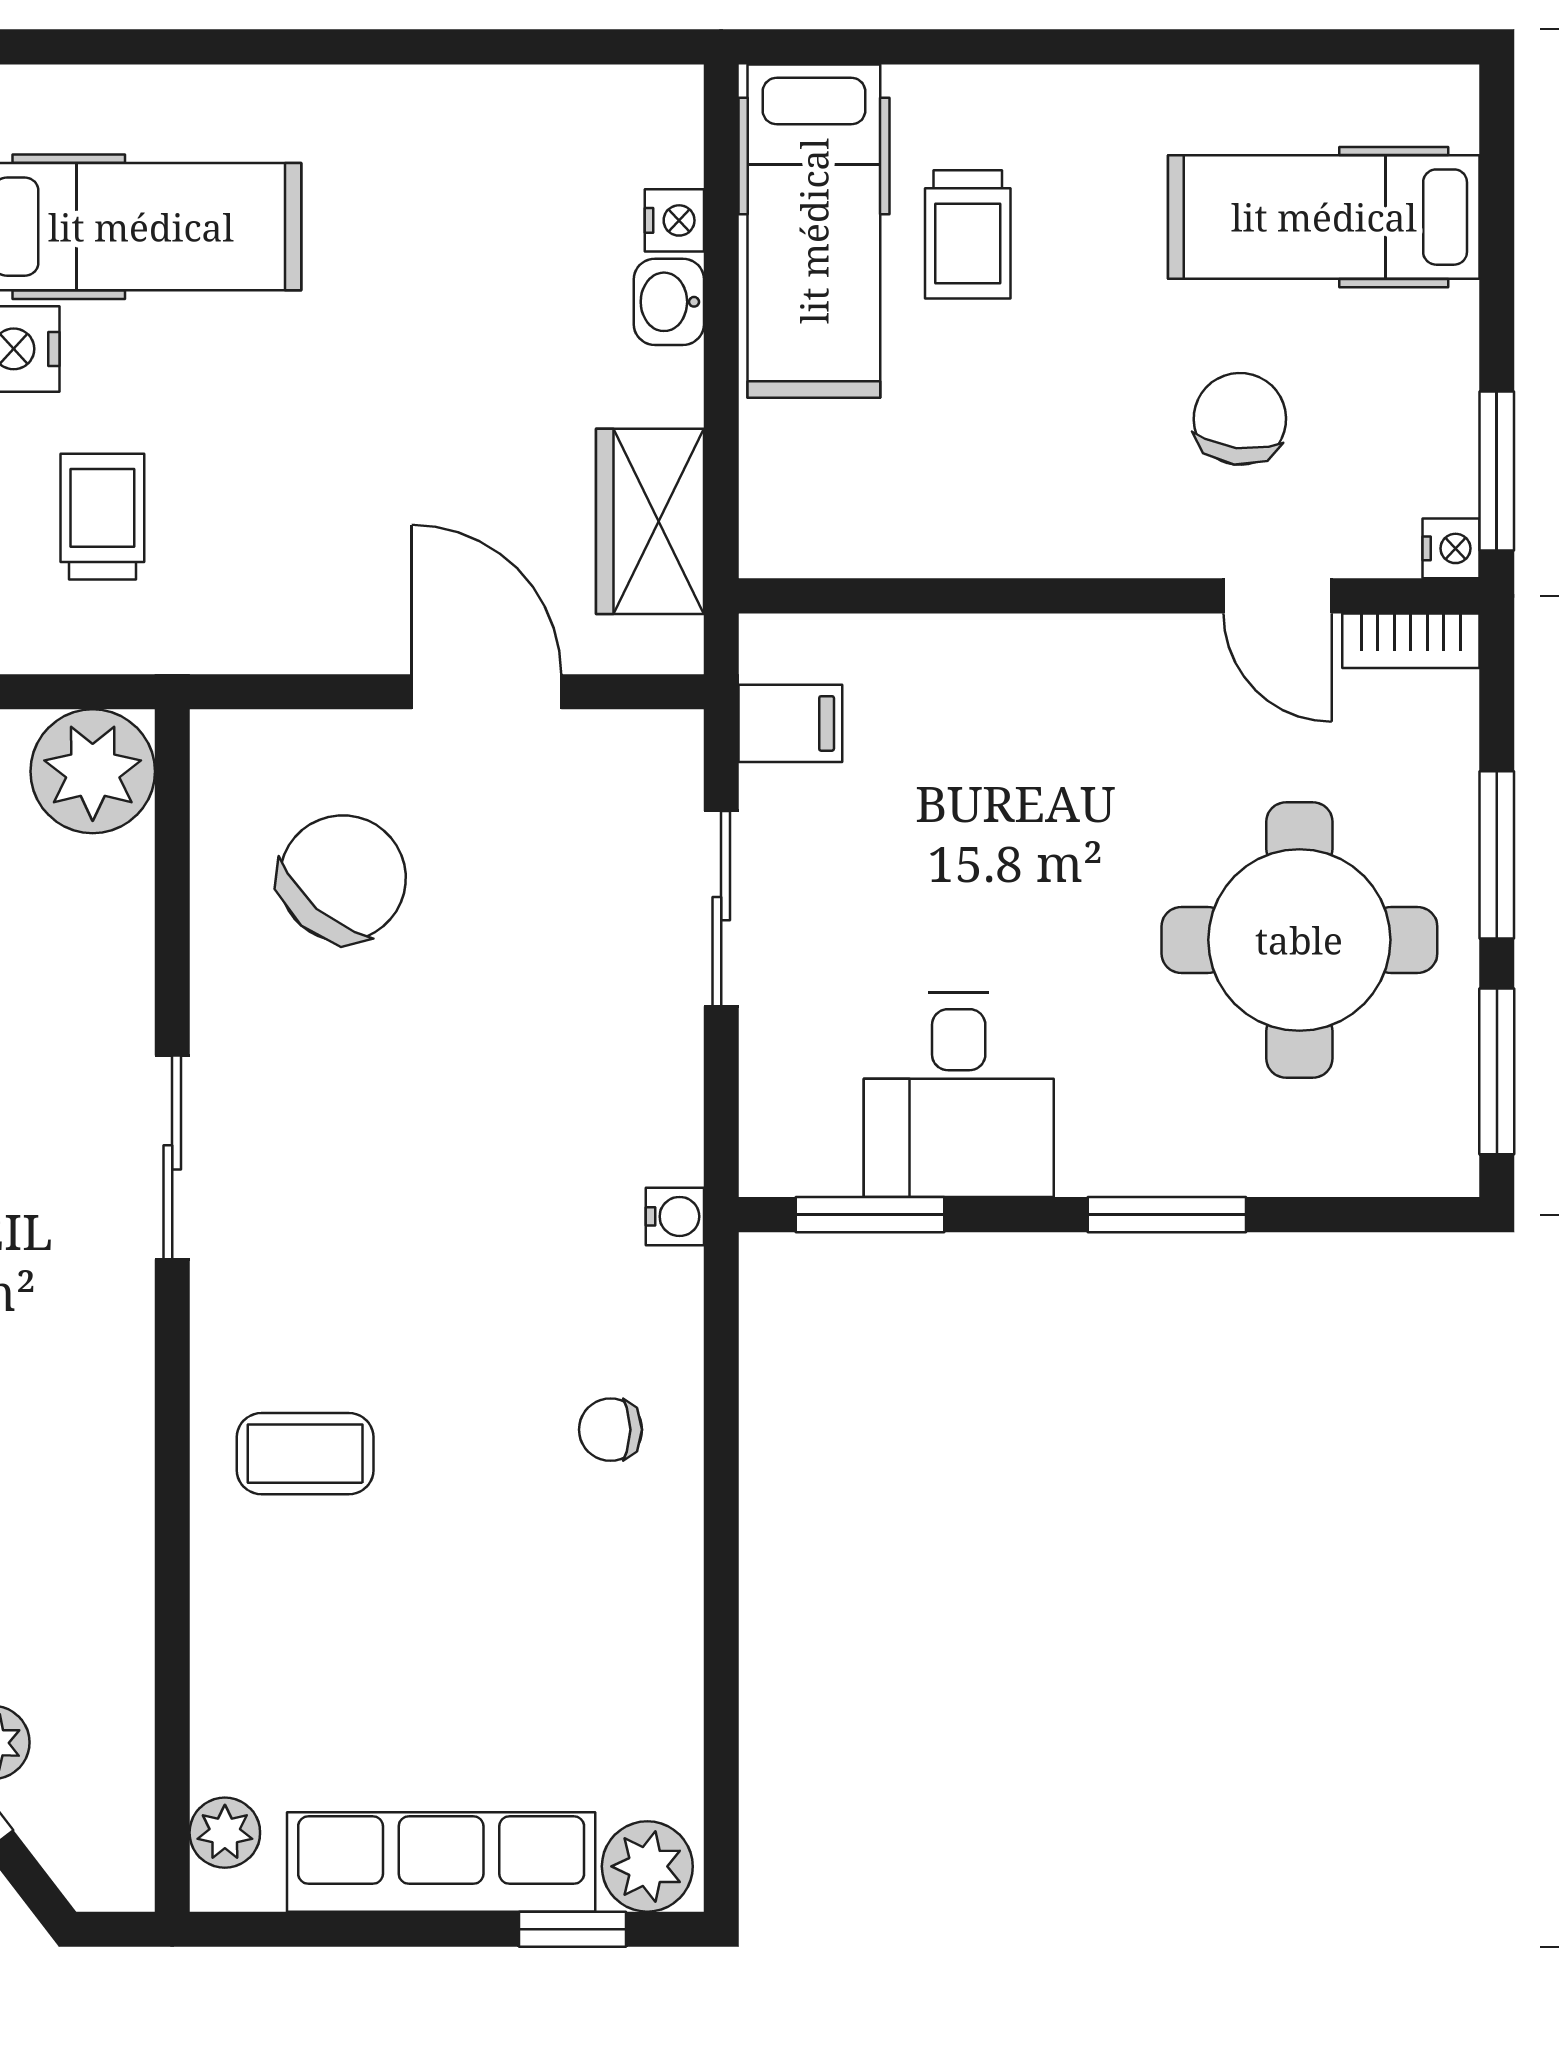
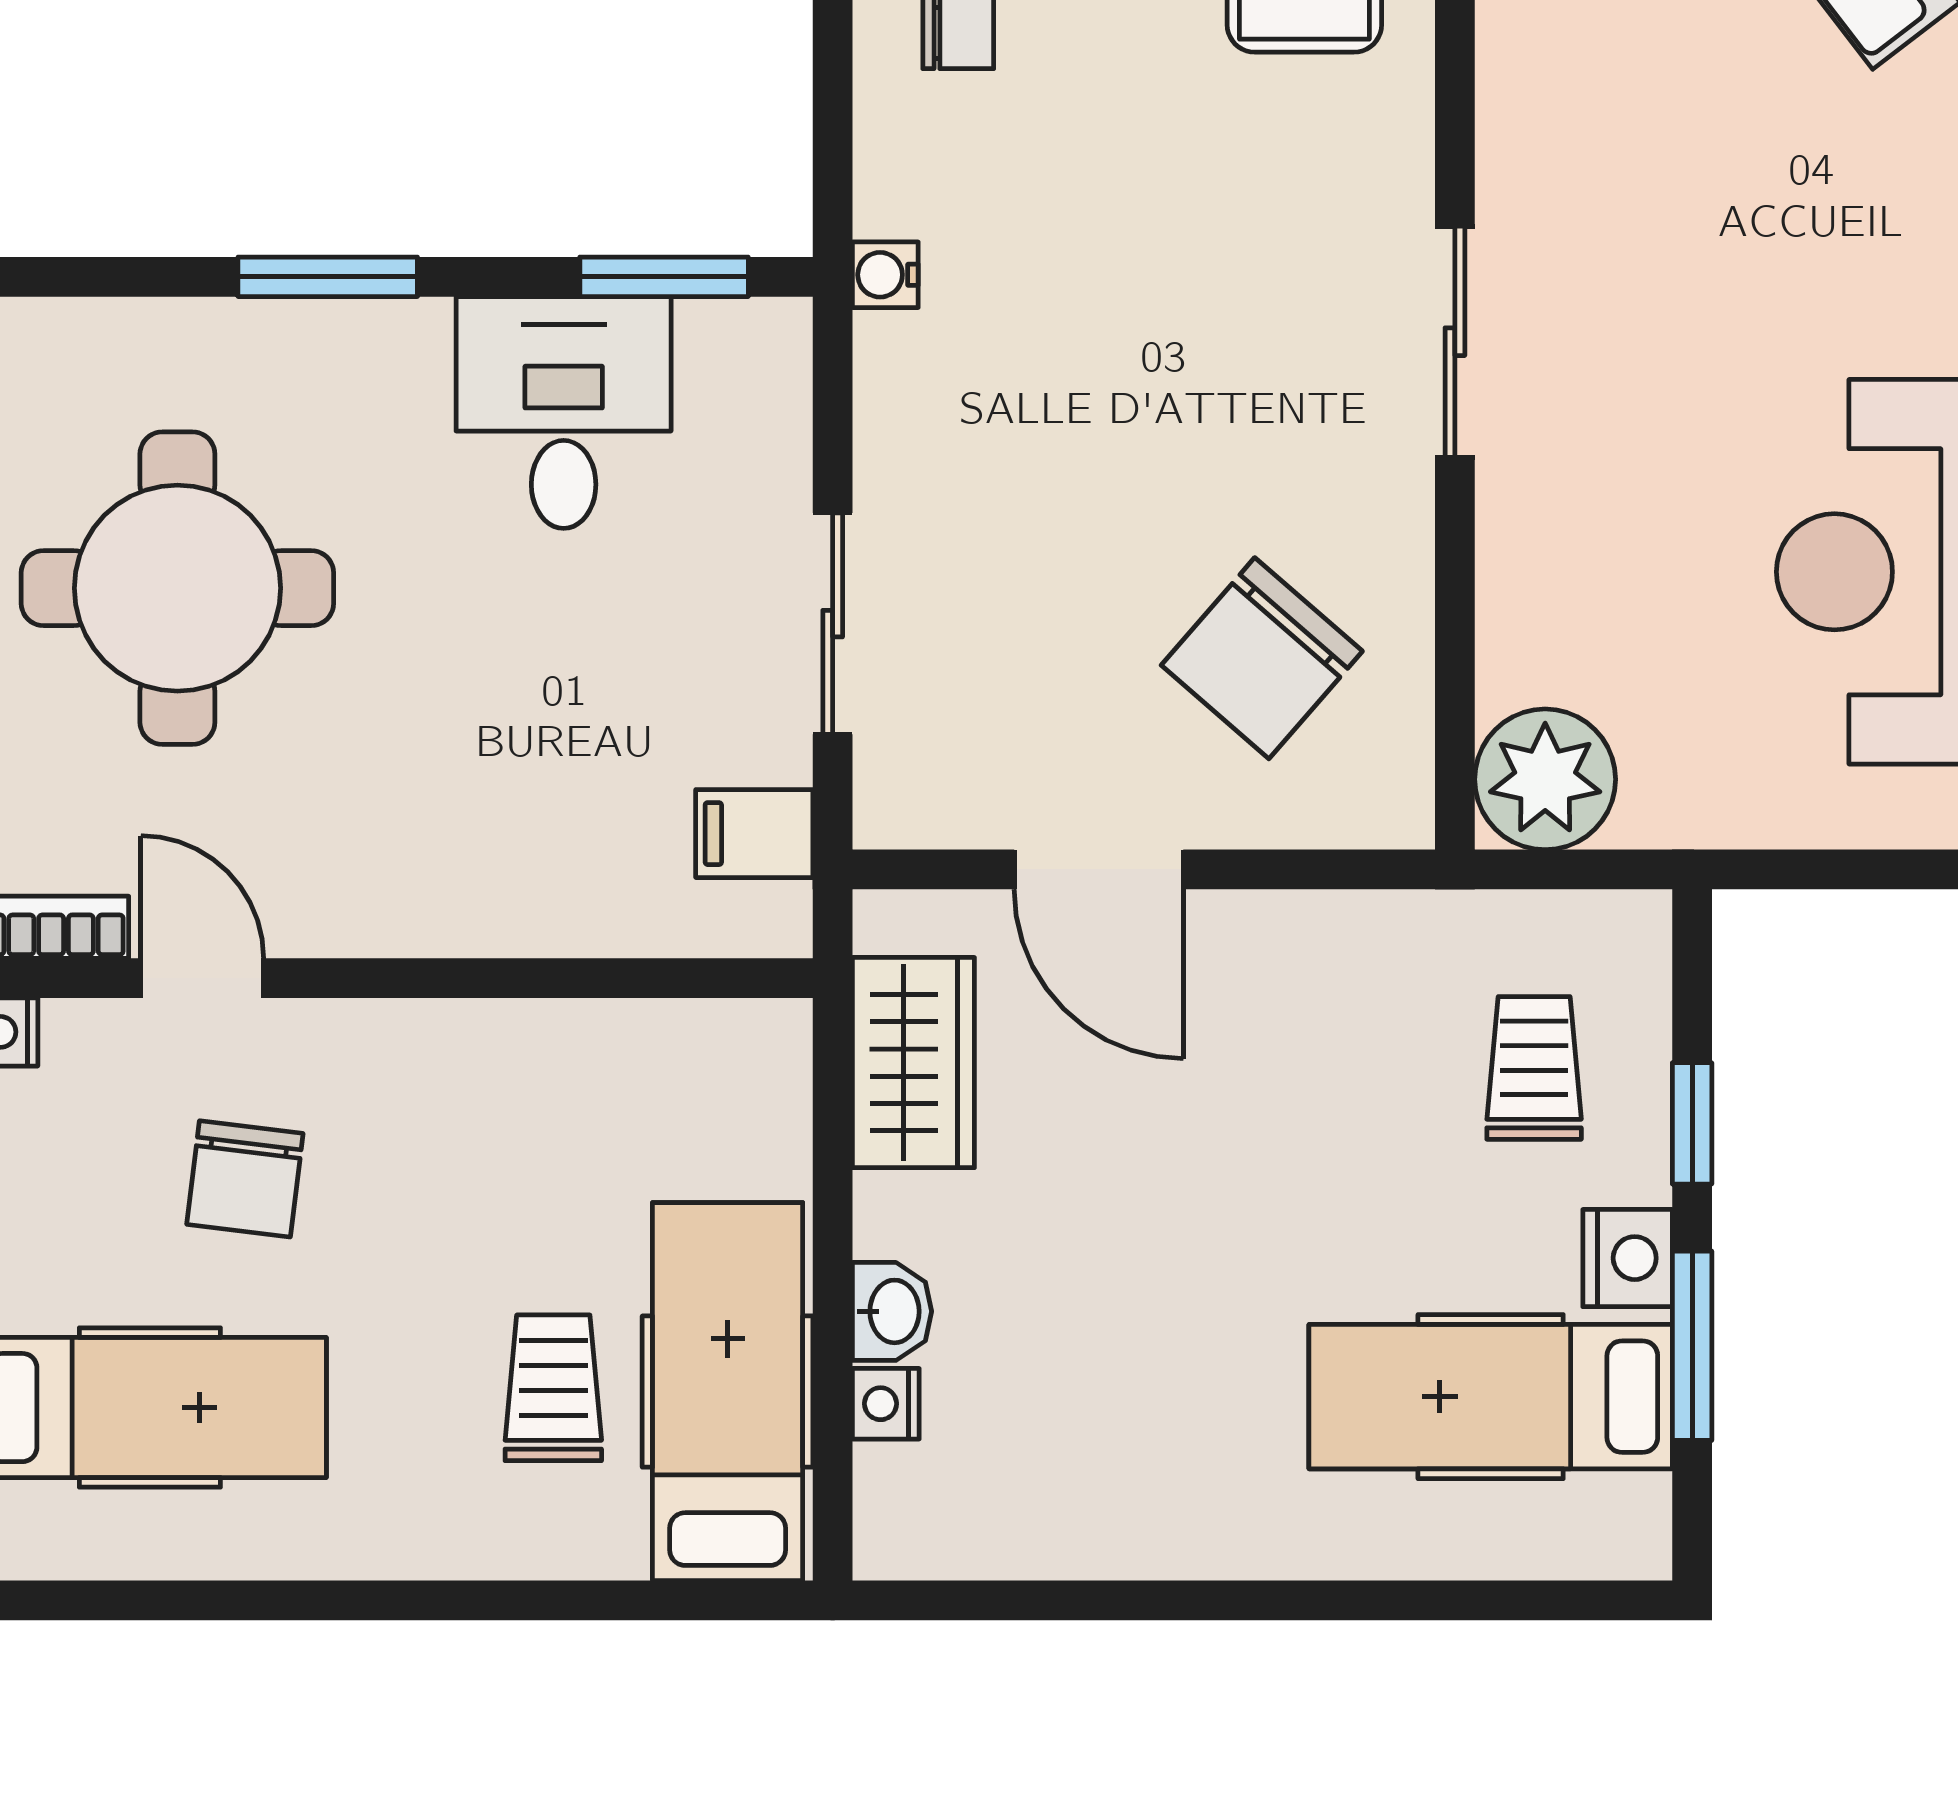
trolley: (102, 517) -> (1534, 1068), turned 180

